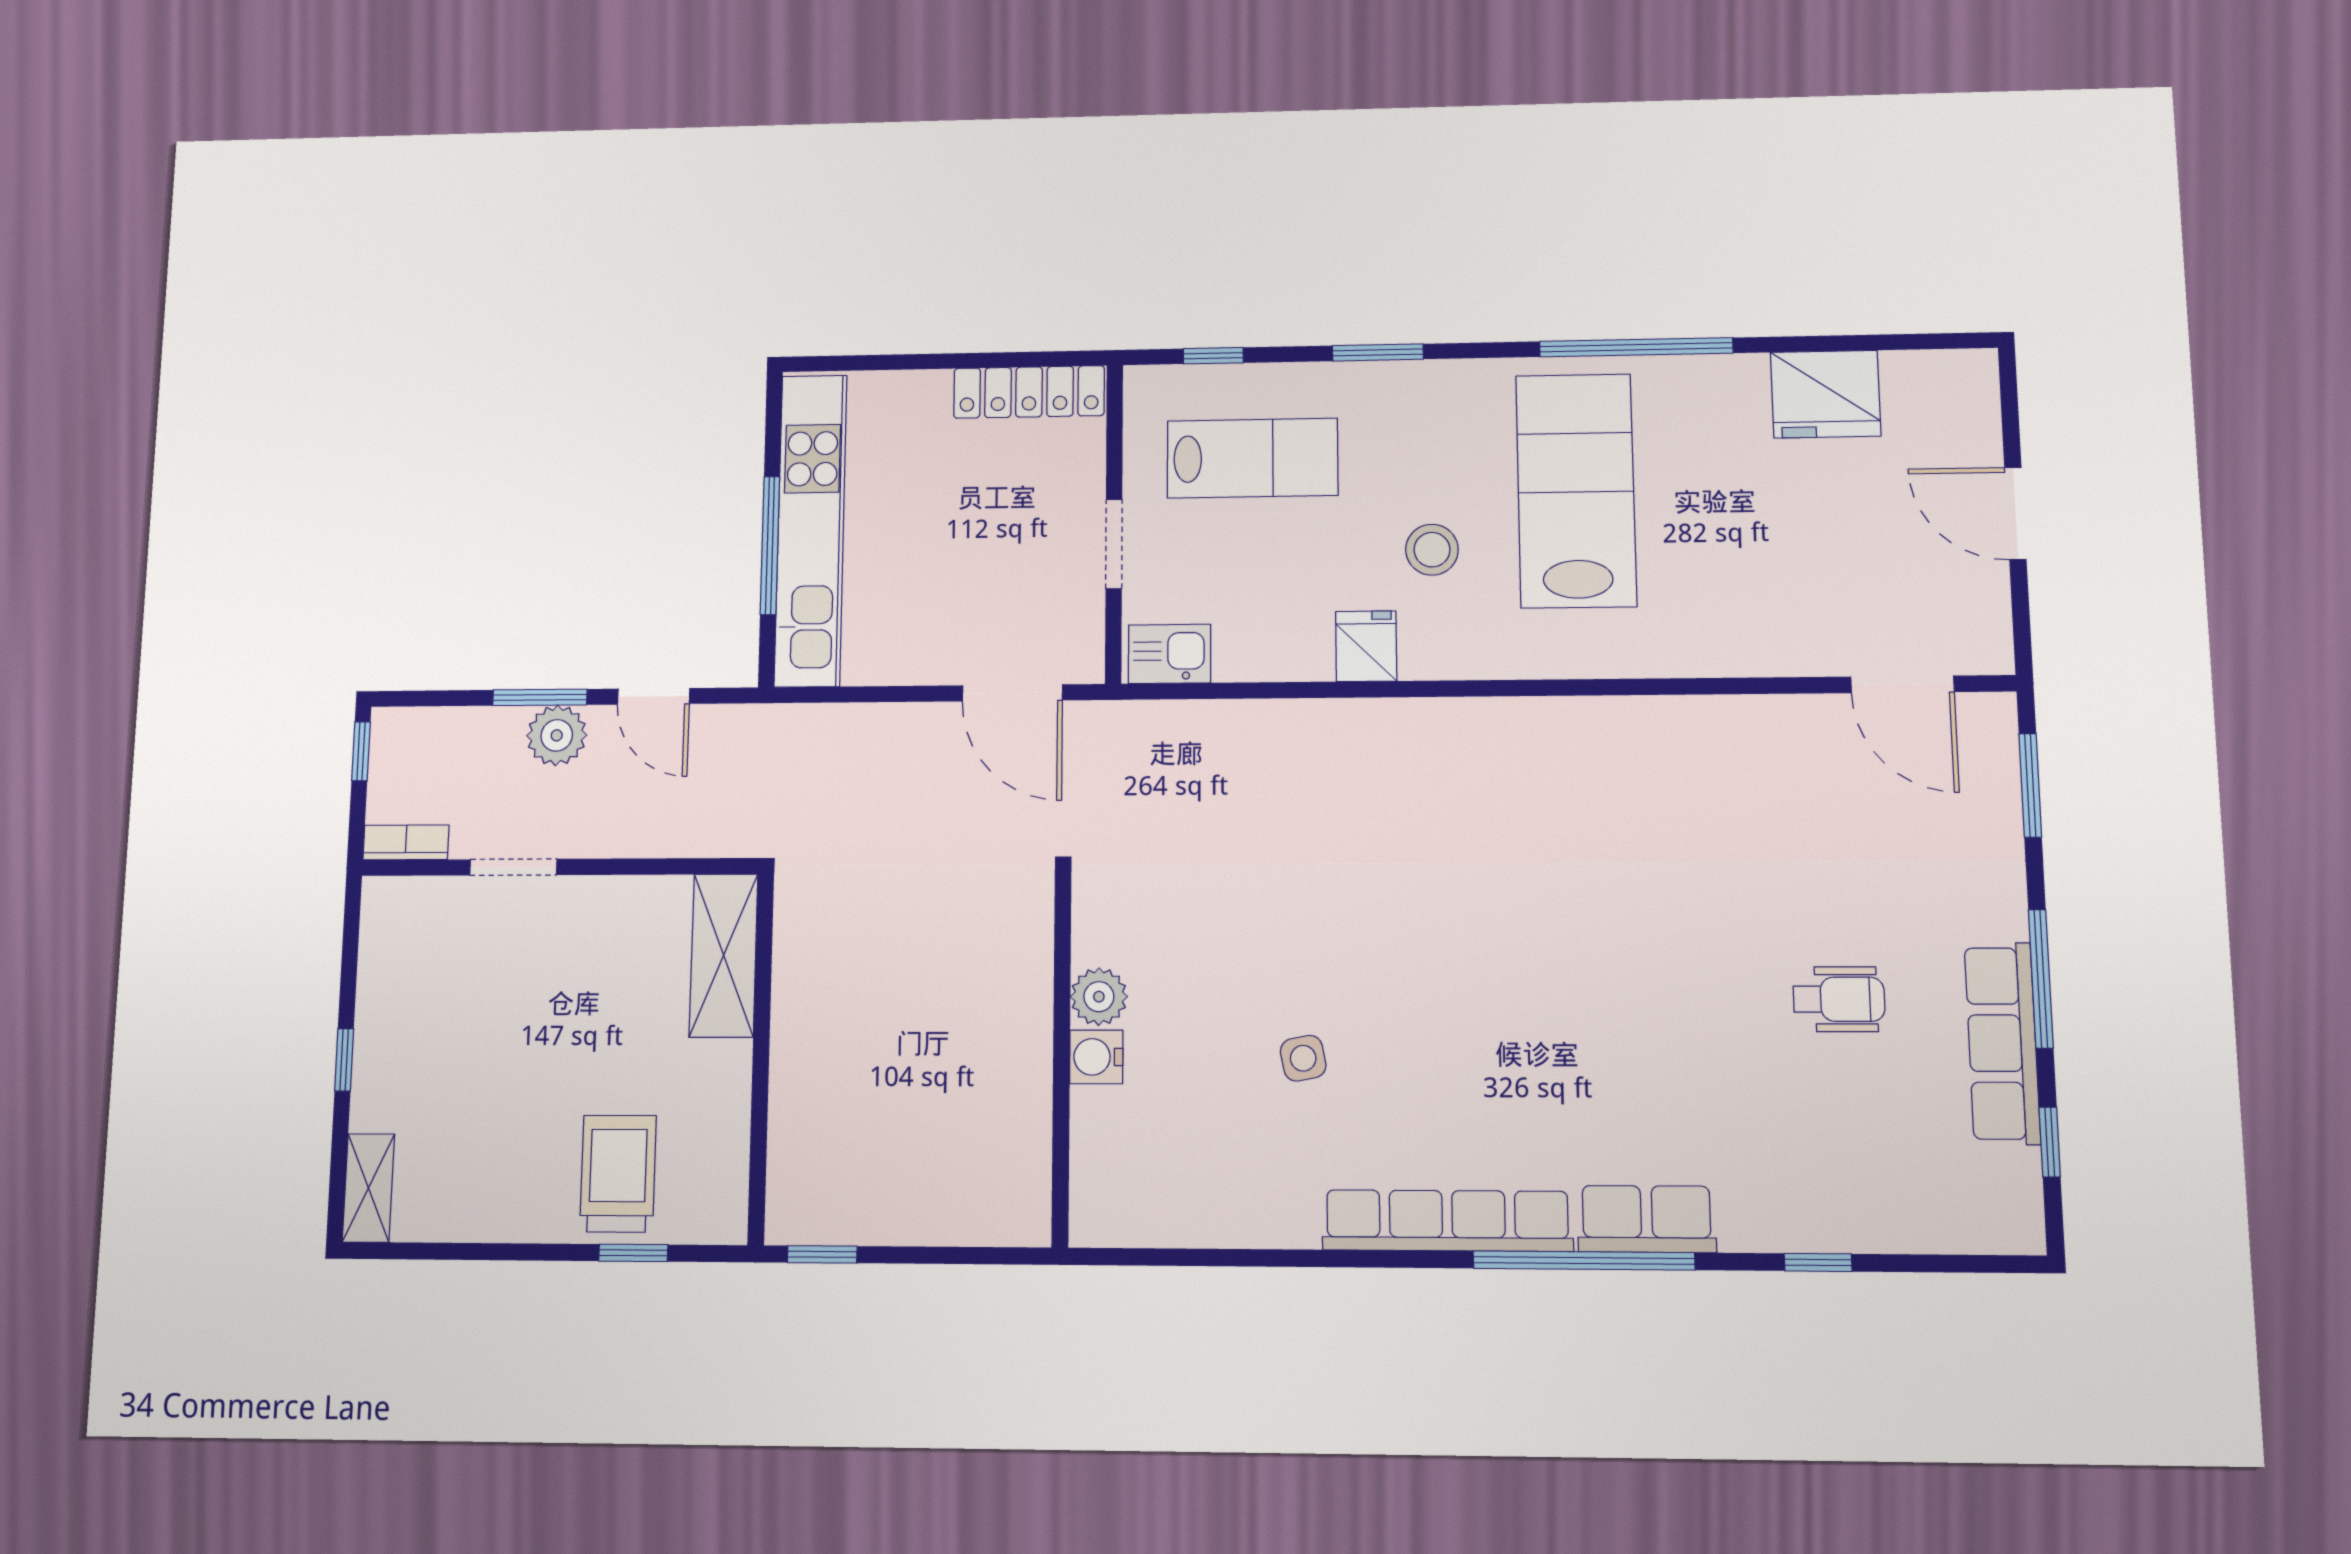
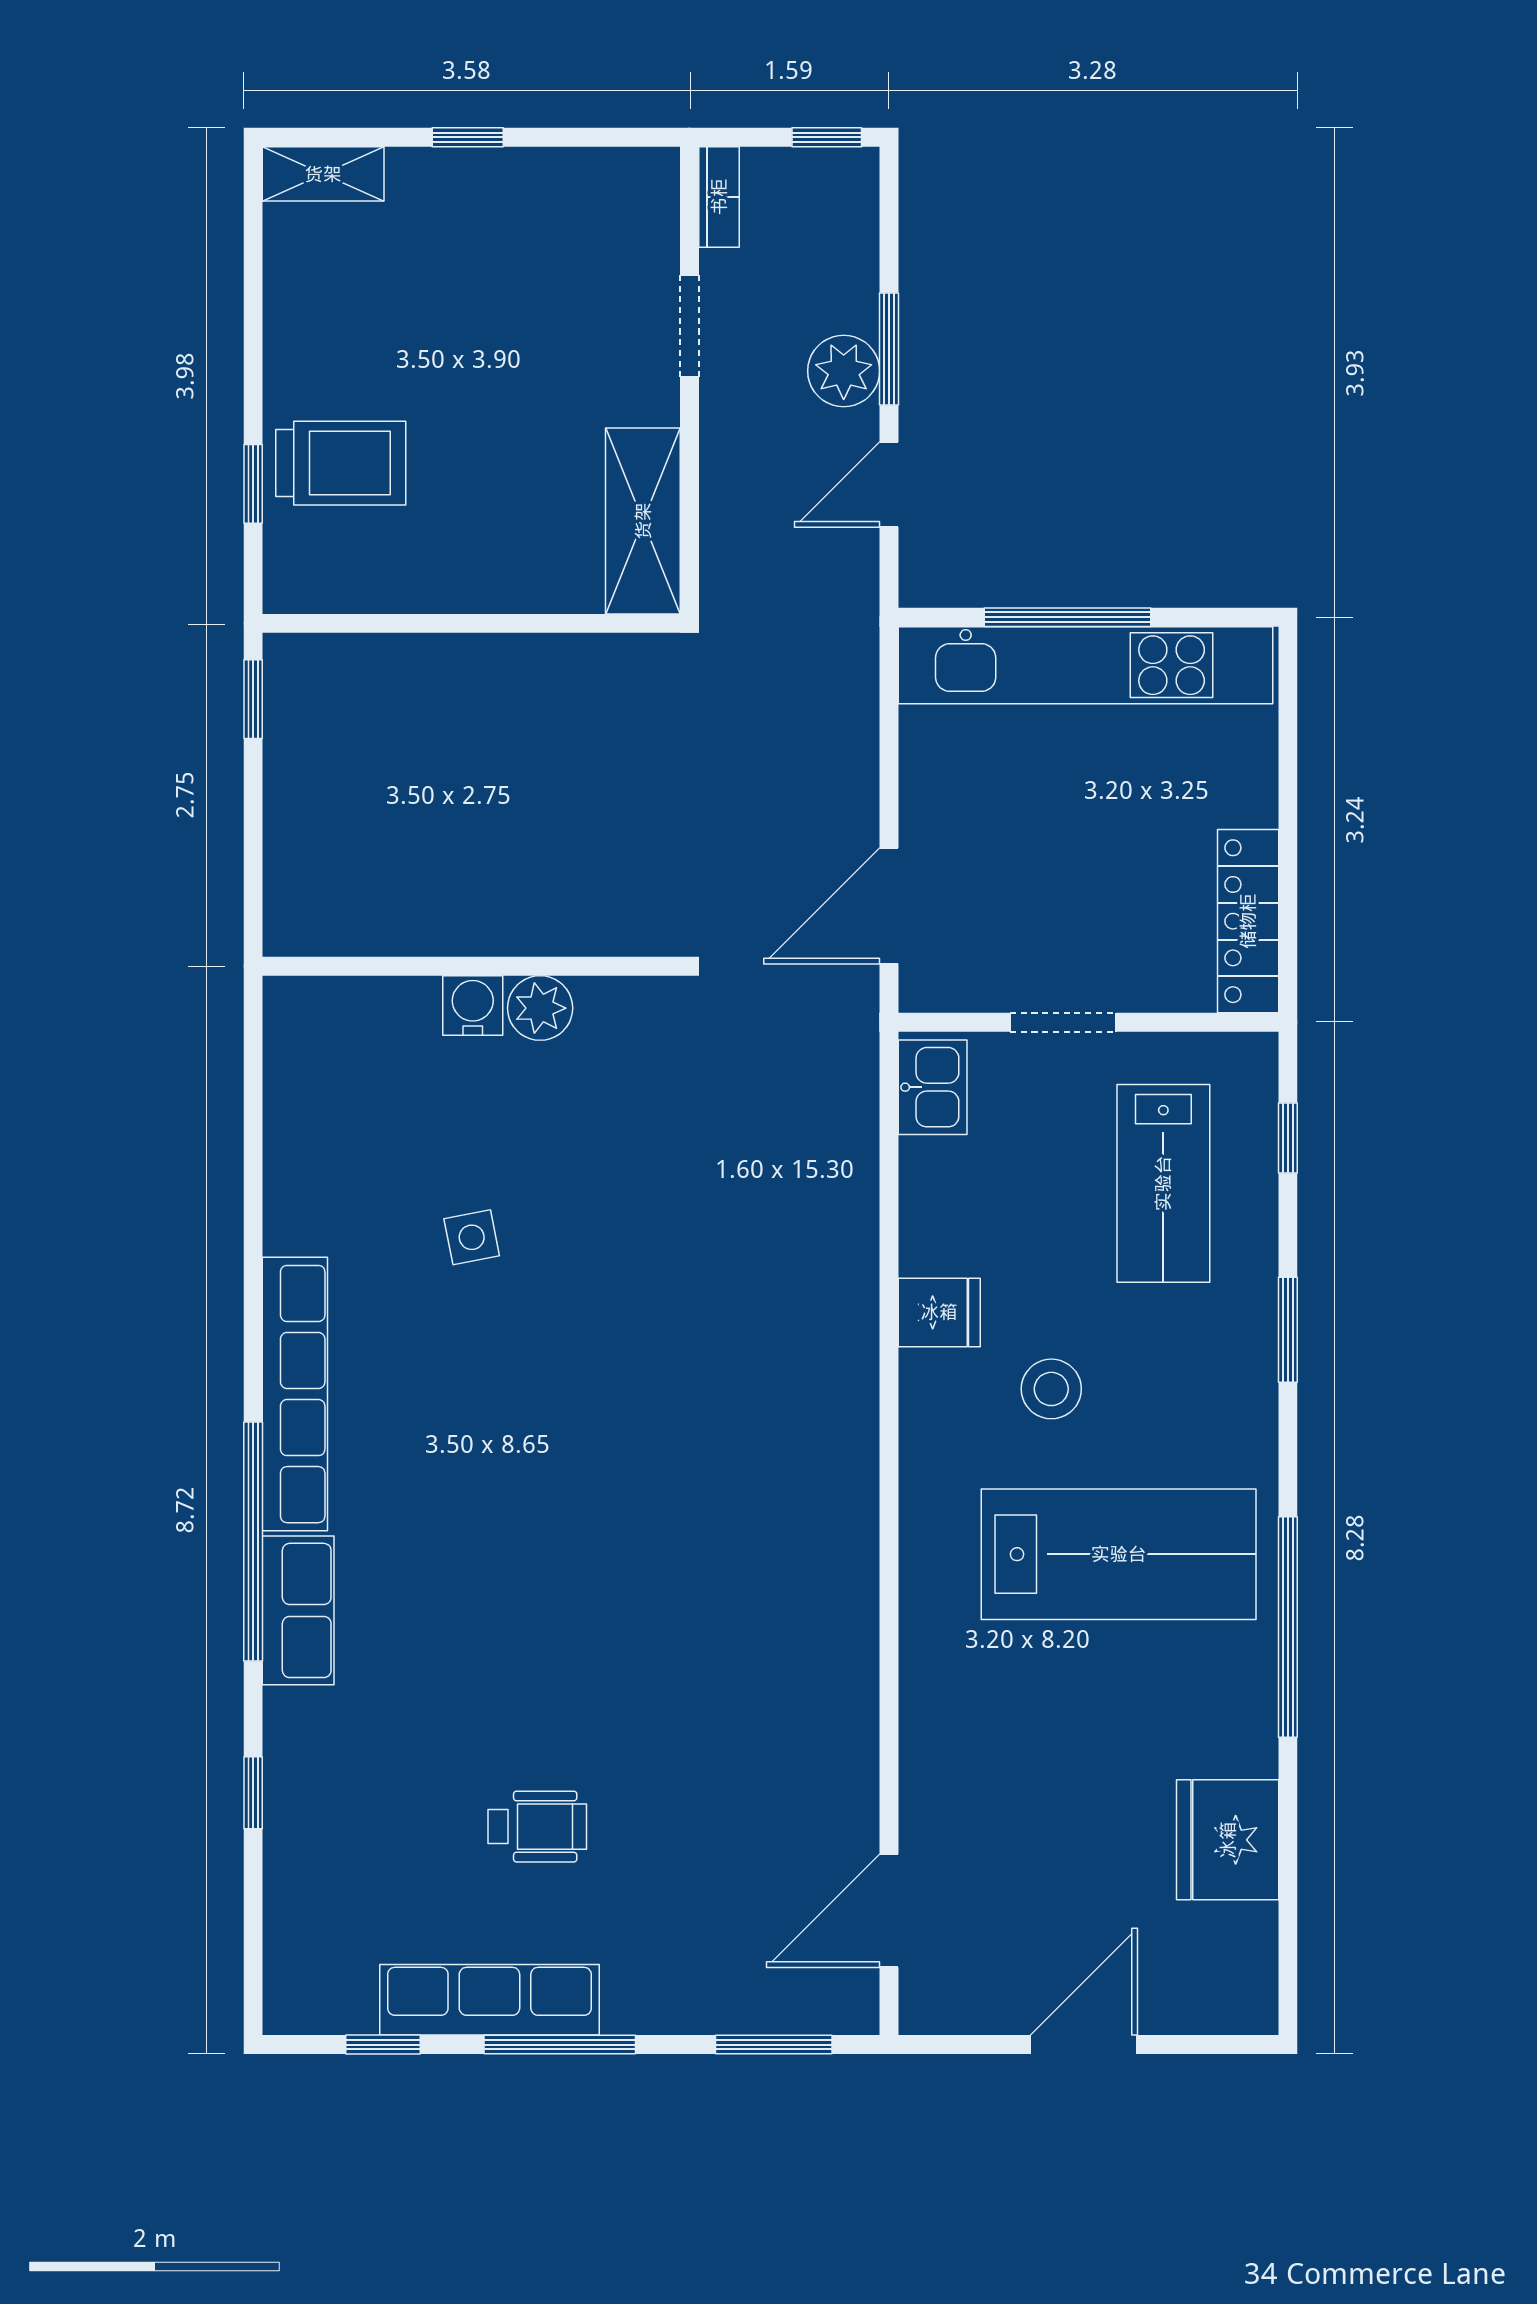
shelving: (724, 955) -> (643, 521), moved, turned 90
wheelchair: (1839, 999) -> (537, 1827), turned -90

